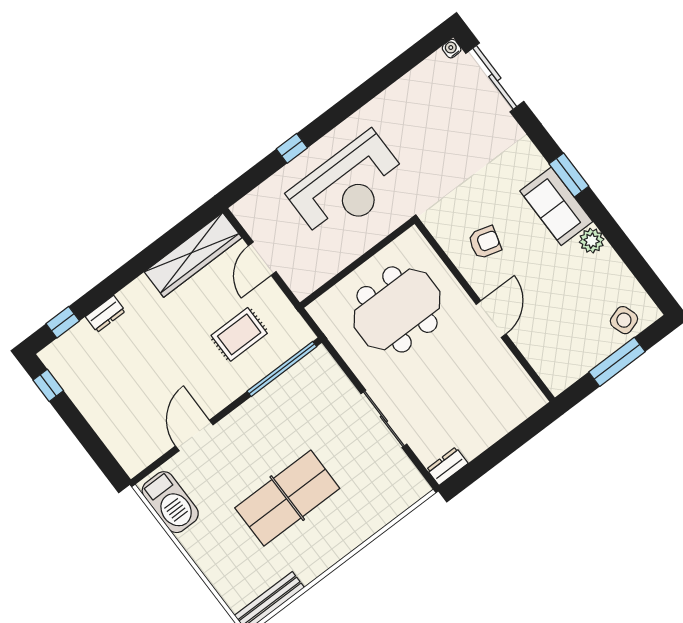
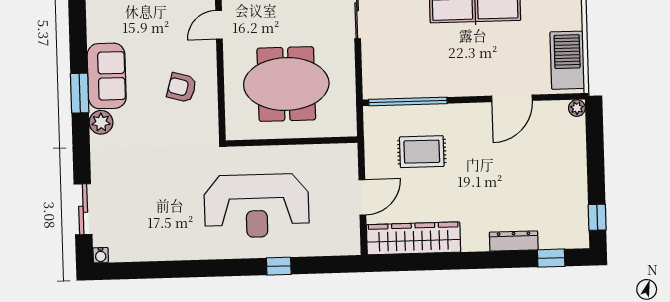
sliding door: (495, 77) -> (83, 209), width x0.73
reception desk: (348, 187) -> (257, 206), turned 180
plant: (592, 241) -> (101, 122), moved
dresser: (105, 314) -> (514, 241), width x1.44
door: (491, 319) -> (219, 25), width x0.73
plant: (133, 467) -> (577, 108), added

